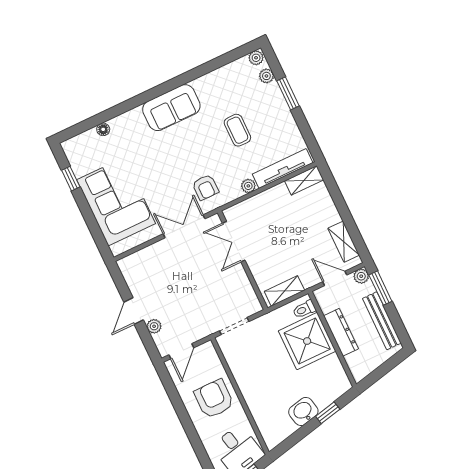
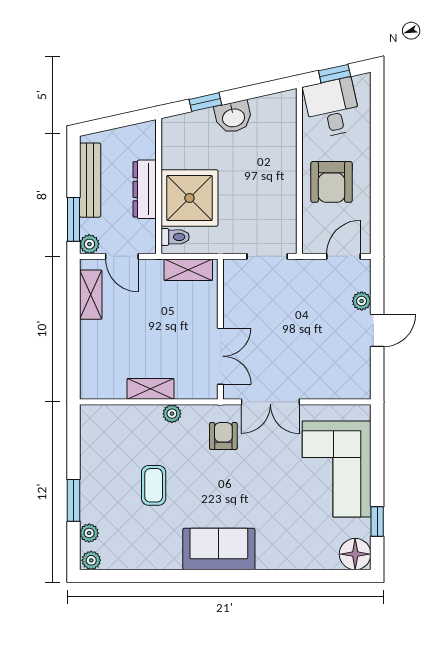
floor lamp: (103, 129) -> (355, 554), moved, width x1.89, depth x1.89
tv unit: (283, 168) -> (122, 415), removed
shelving: (304, 180) -> (151, 389), moved

